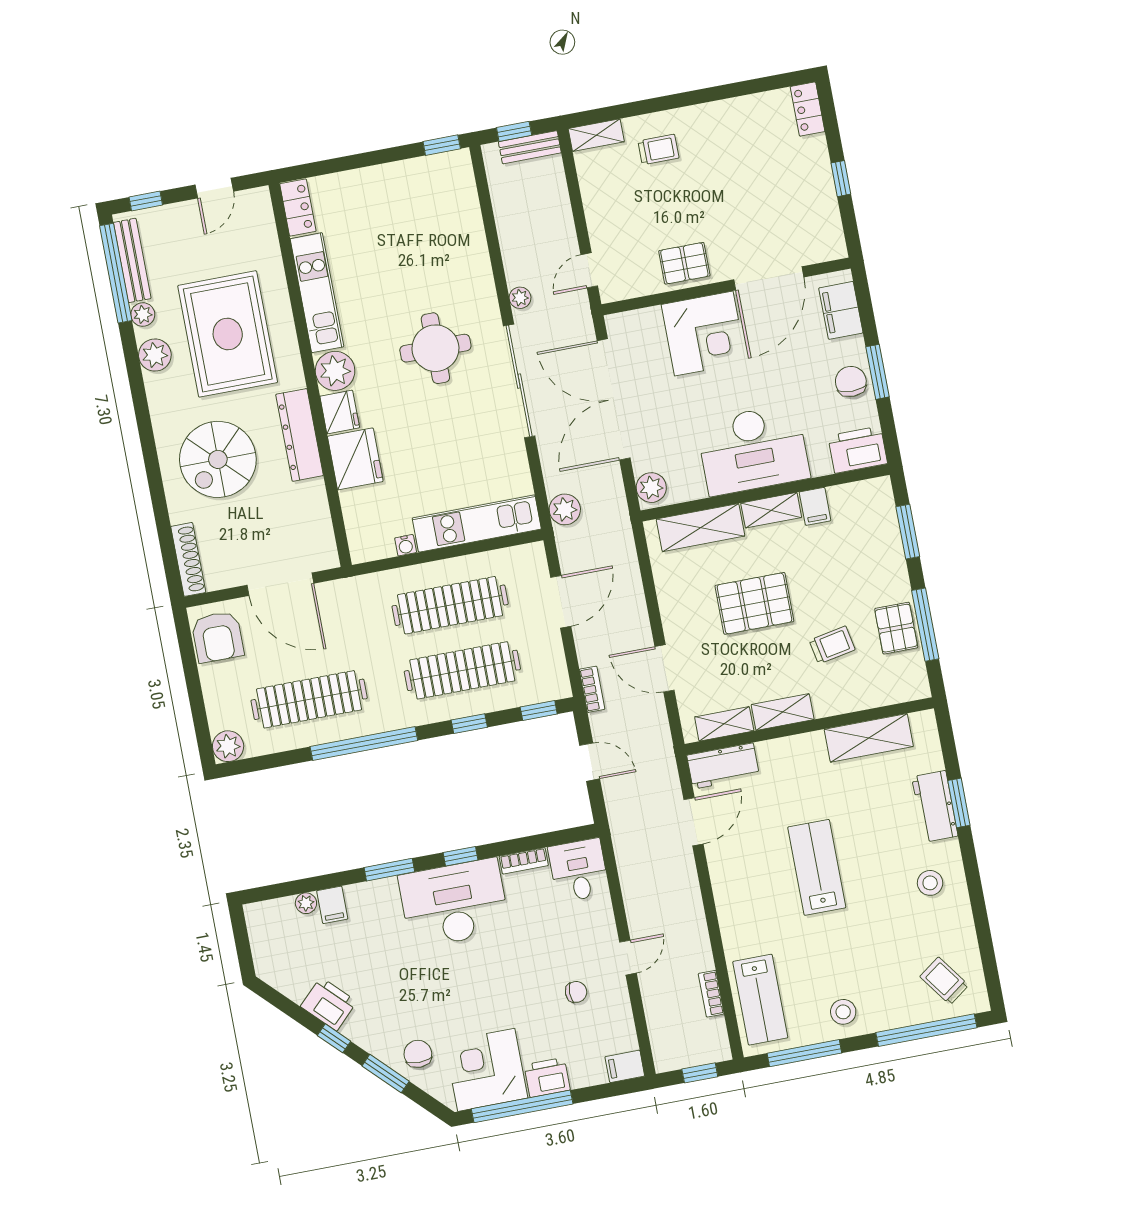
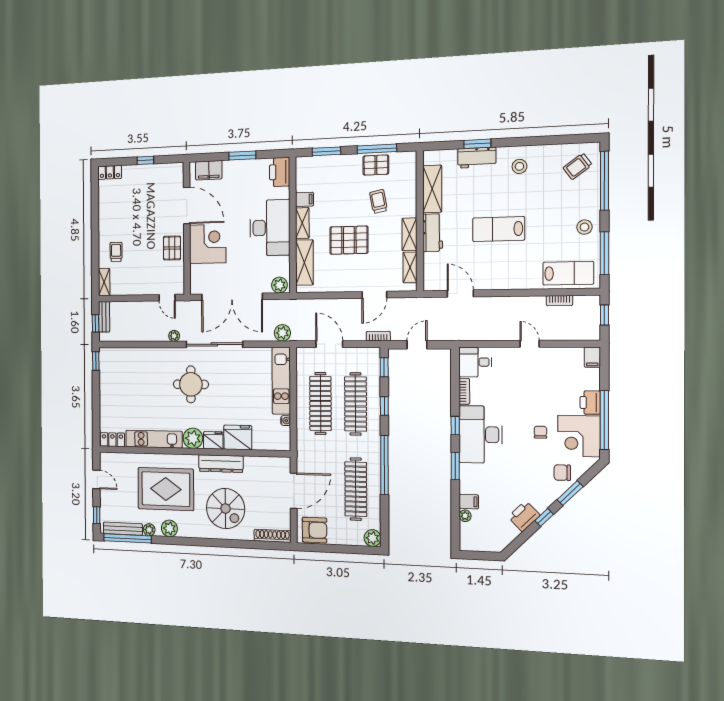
chair: (851, 381) -> (245, 170), removed
pallet: (754, 603) -> (349, 240), turned 90
workbench: (723, 766) -> (433, 233), moved
chair: (576, 992) -> (540, 432), moved

